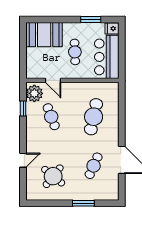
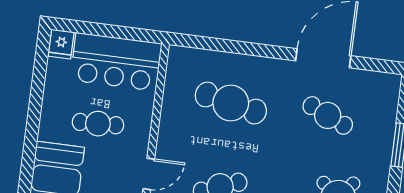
window: (91, 20) -> (38, 84), removed

